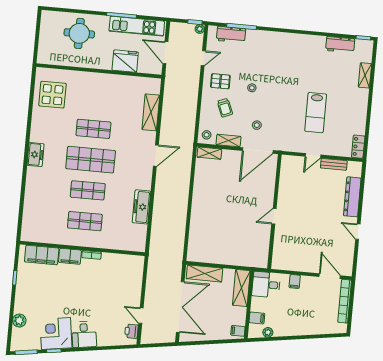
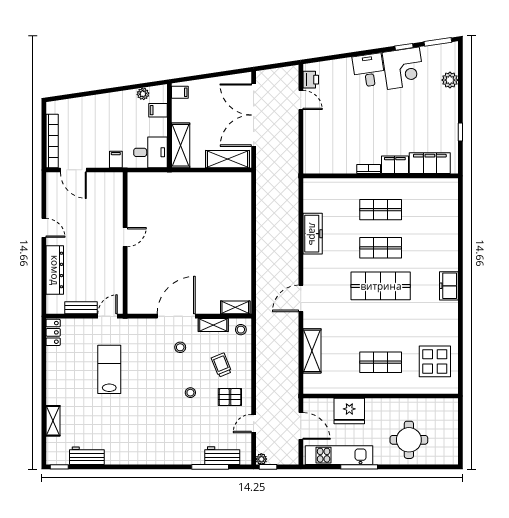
shop shelf: (93, 129) -> (381, 362), moved
wall: (274, 212) -> (125, 243), moved
door: (274, 216) -> (125, 237), moved

